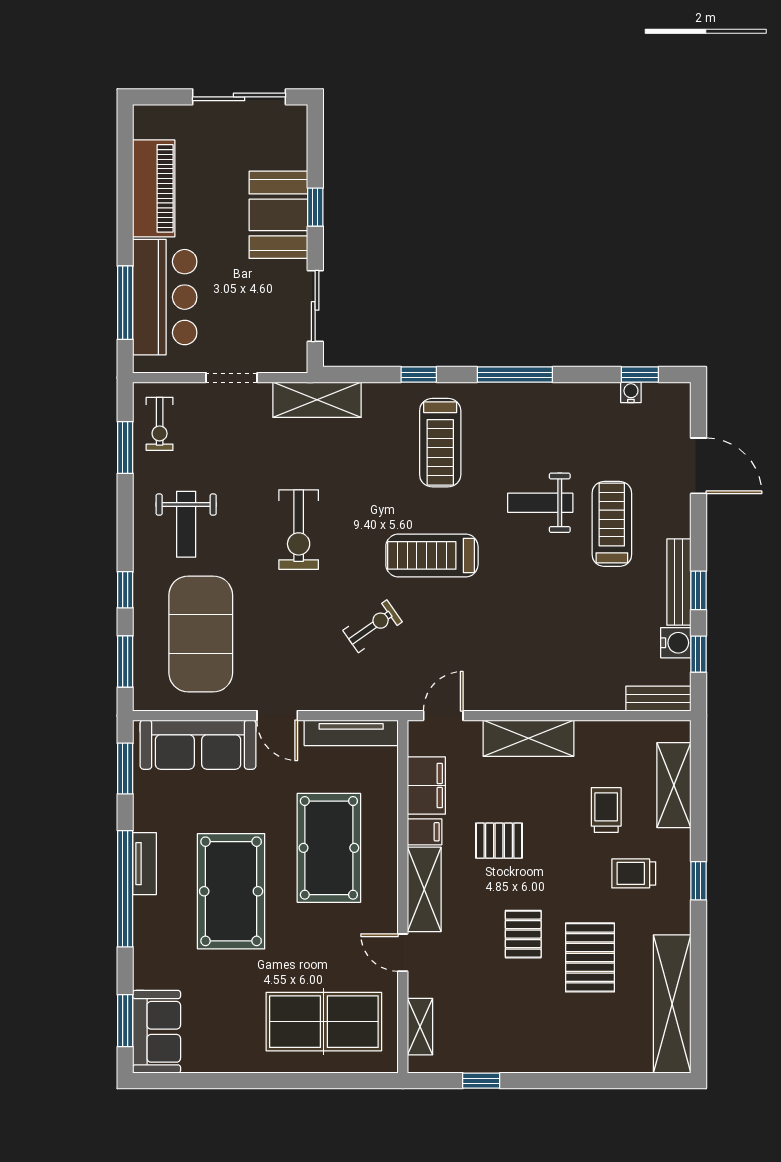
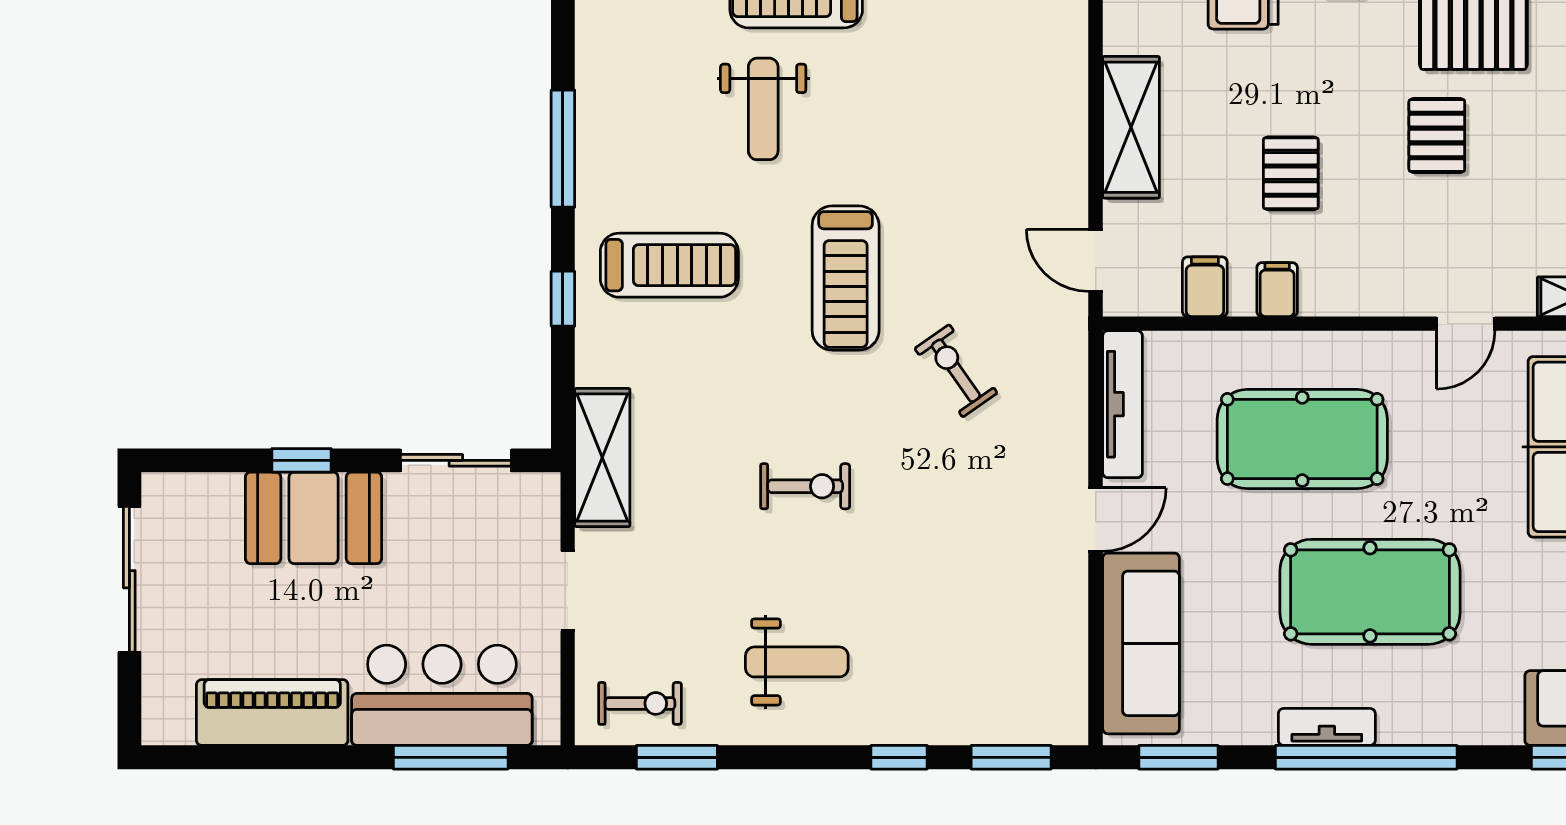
exercise bike: (299, 530) -> (805, 486), width x0.73, depth x0.72
exercise mat: (201, 634) -> (968, 639), removed
filing cabinet: (426, 786) -> (1205, 287), width x0.50
shelving: (424, 889) -> (1367, 290), removed
pallet: (523, 934) -> (1437, 136), turned 90

